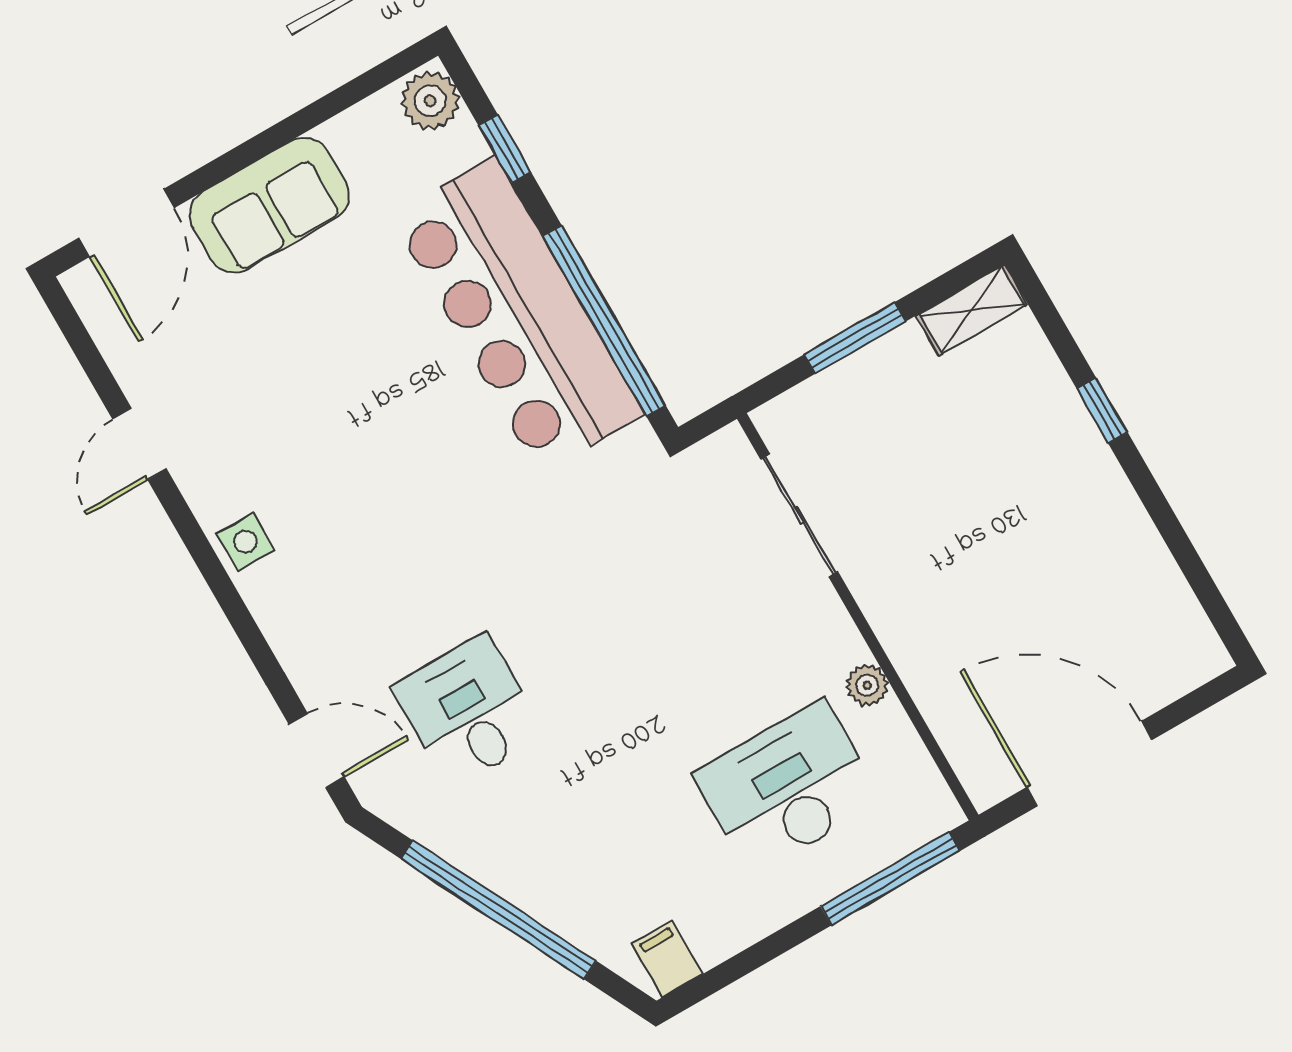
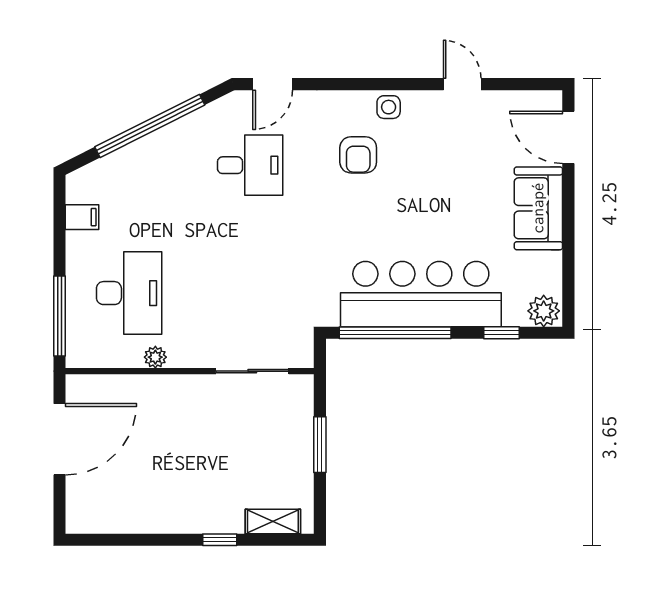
shelving: (972, 310) -> (273, 521), moved, turned 90
armchair: (351, 546) -> (358, 155), added
filing cabinet: (667, 959) -> (82, 217), moved

